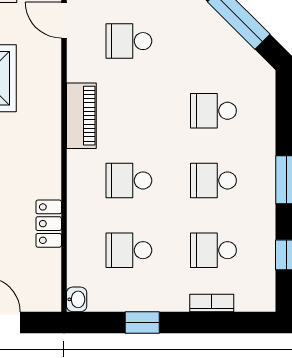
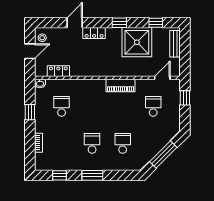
school desk: (129, 180) -> (92, 106), removed
locker: (49, 224) -> (58, 71), moved
school desk: (213, 250) -> (62, 143), removed

